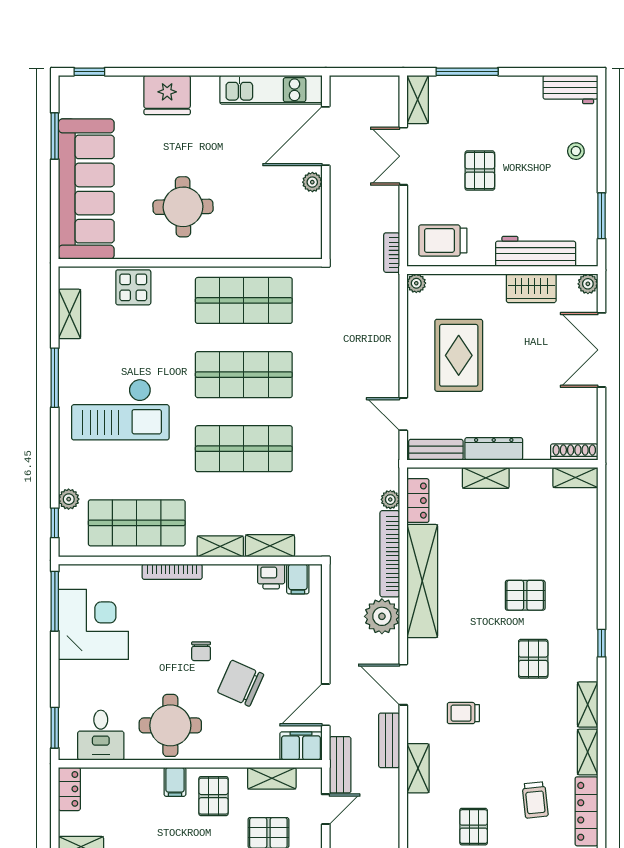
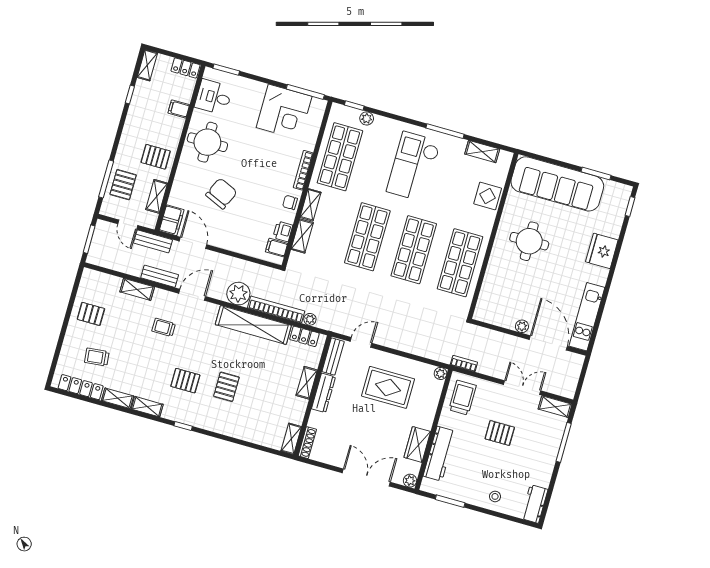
chair: (201, 651) -> (290, 202), moved
trolley: (463, 713) -> (164, 327), turned -90
filing cabinet: (175, 782) -> (179, 109), moved

